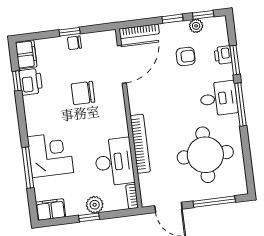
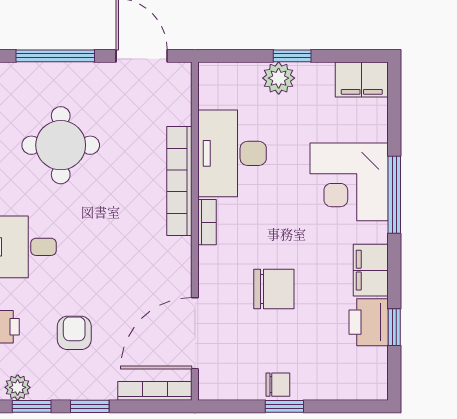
plant: (196, 26) -> (18, 387), moved
filing cabinet: (26, 54) -> (371, 270), moved
armchair: (186, 56) -> (74, 333), turned 90
round table: (205, 155) -> (61, 145), width x0.73, depth x0.73
window: (28, 168) -> (394, 195), moved
bookcase: (132, 196) -> (207, 222), moved

